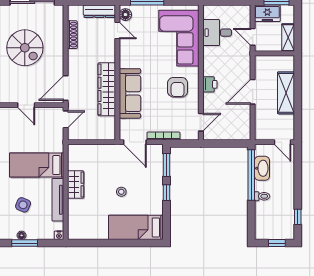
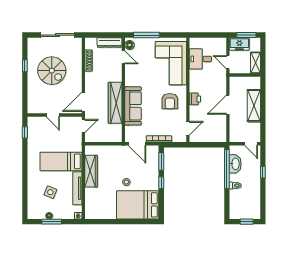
wardrobe: (76, 184) -> (91, 171), width x1.50
window: (298, 217) -> (263, 172), moved
bed: (136, 227) -> (138, 205), width x1.50

